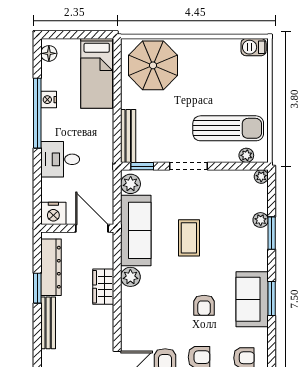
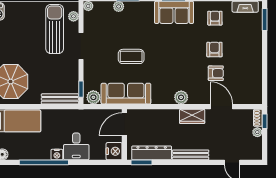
nightstand: (49, 100) -> (57, 155), moved
doorway: (189, 166) -> (81, 46), moved
plant: (130, 277) -> (181, 97), moved
wardrobe: (103, 287) -> (192, 116), moved
window: (37, 288) -> (141, 162), moved
armchair: (204, 305) -> (178, 46), removed

